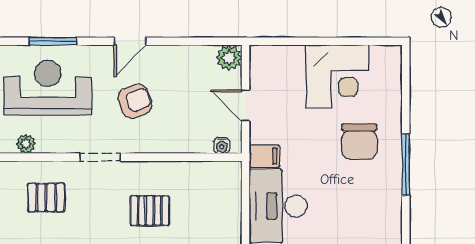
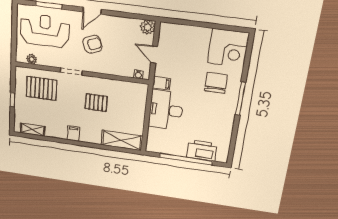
corner desk: (337, 76) -> (228, 48), moved
chair: (359, 141) -> (216, 83), turned 180
pallet: (46, 198) -> (41, 88), width x1.50, depth x1.42

